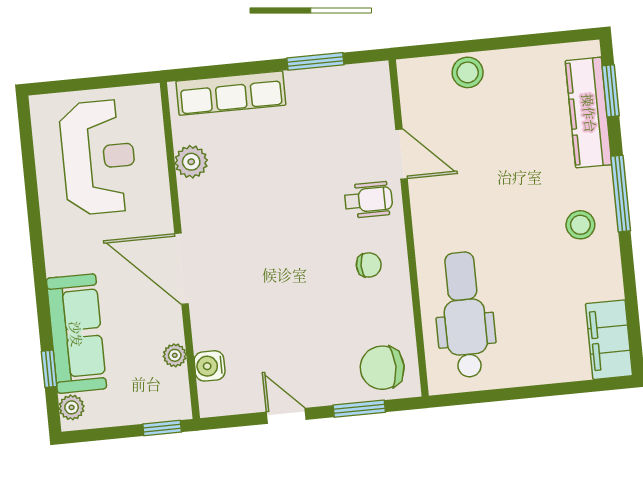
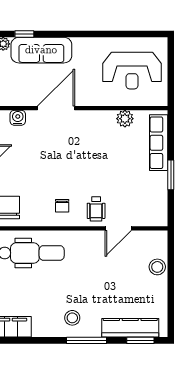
window: (315, 61) -> (171, 175), moved
door: (182, 269) -> (56, 108), moved
plant: (175, 355) -> (25, 100), removed

